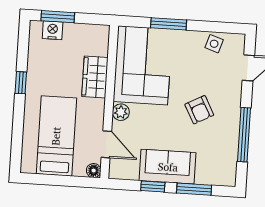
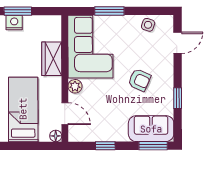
armchair: (199, 110) -> (139, 80), turned -38
window: (244, 135) -> (178, 98), width x0.46
sofa: (168, 167) -> (151, 129), moved
window: (194, 189) -> (153, 146), moved

